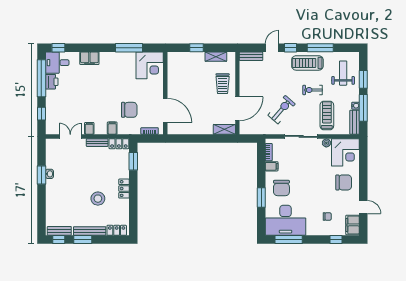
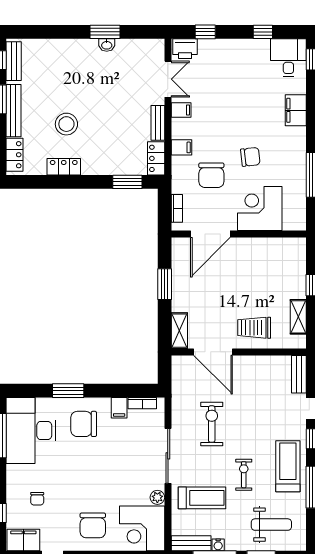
corner desk: (150, 65) -> (260, 209), moved, turned 90
window: (41, 78) -> (263, 32), width x0.32
printer: (52, 82) -> (185, 49), moved
chair: (118, 86) -> (250, 157), added
exercise bike: (282, 110) -> (212, 424), turned -131
window: (196, 139) -> (165, 284), added
locker: (124, 189) -> (64, 167), moved

